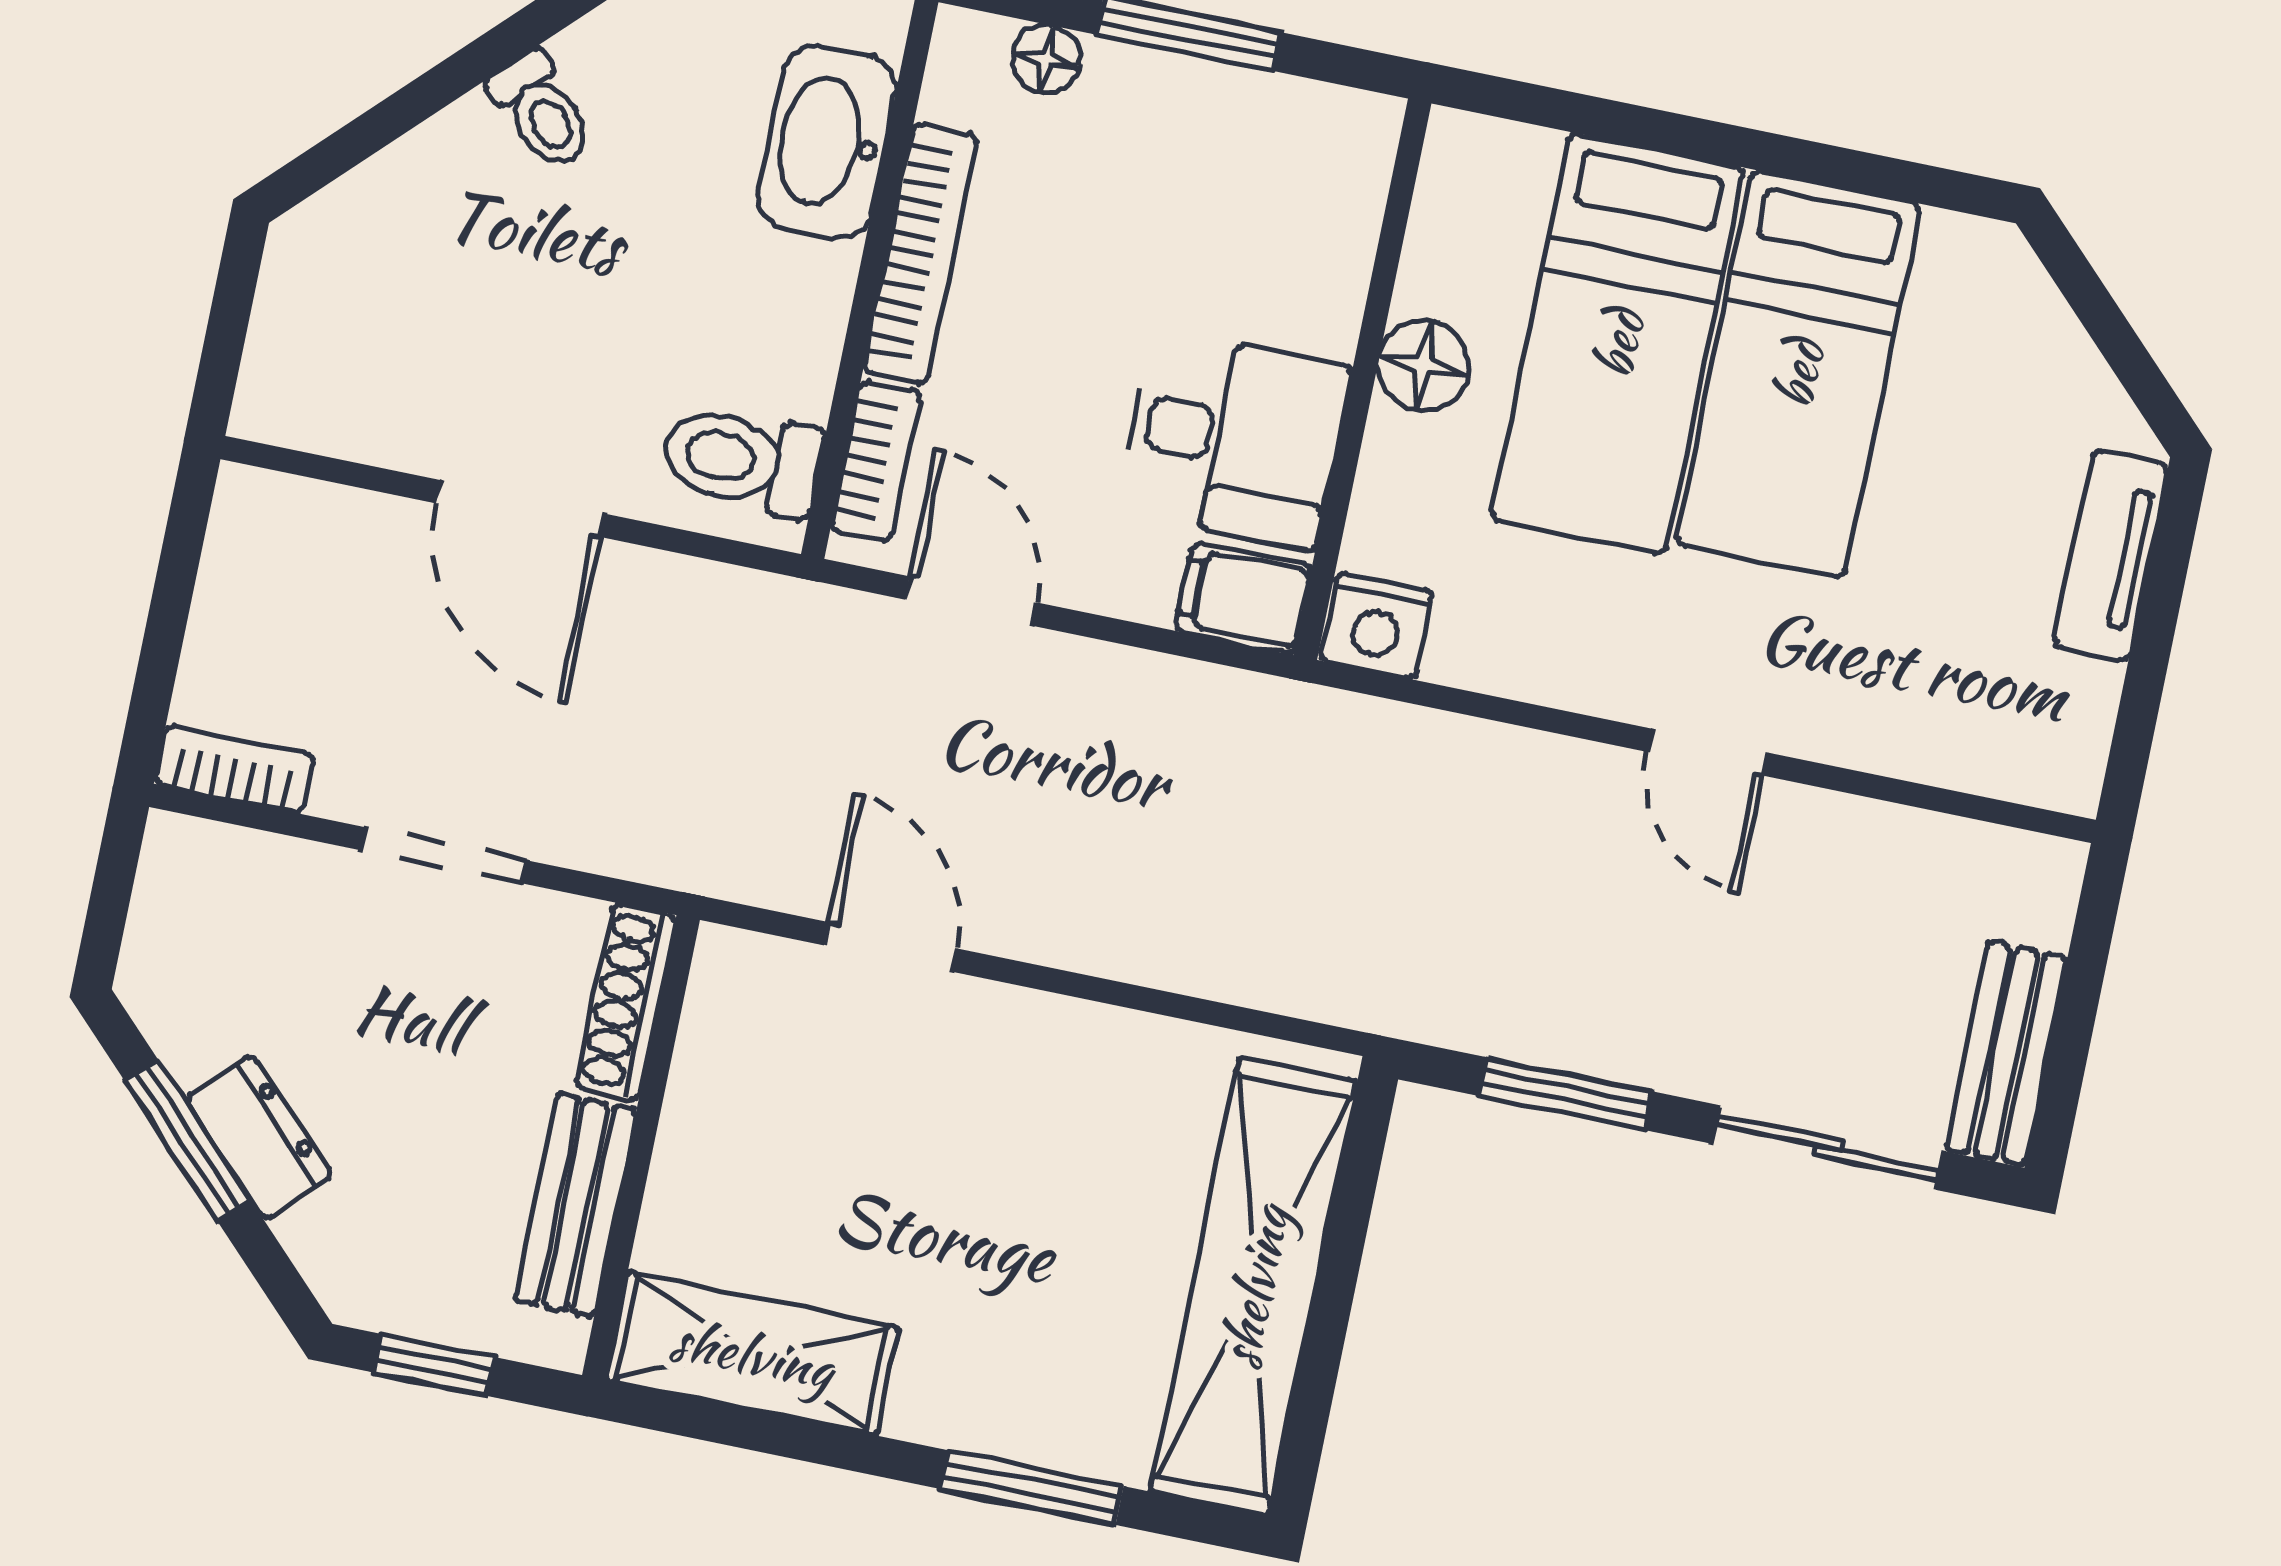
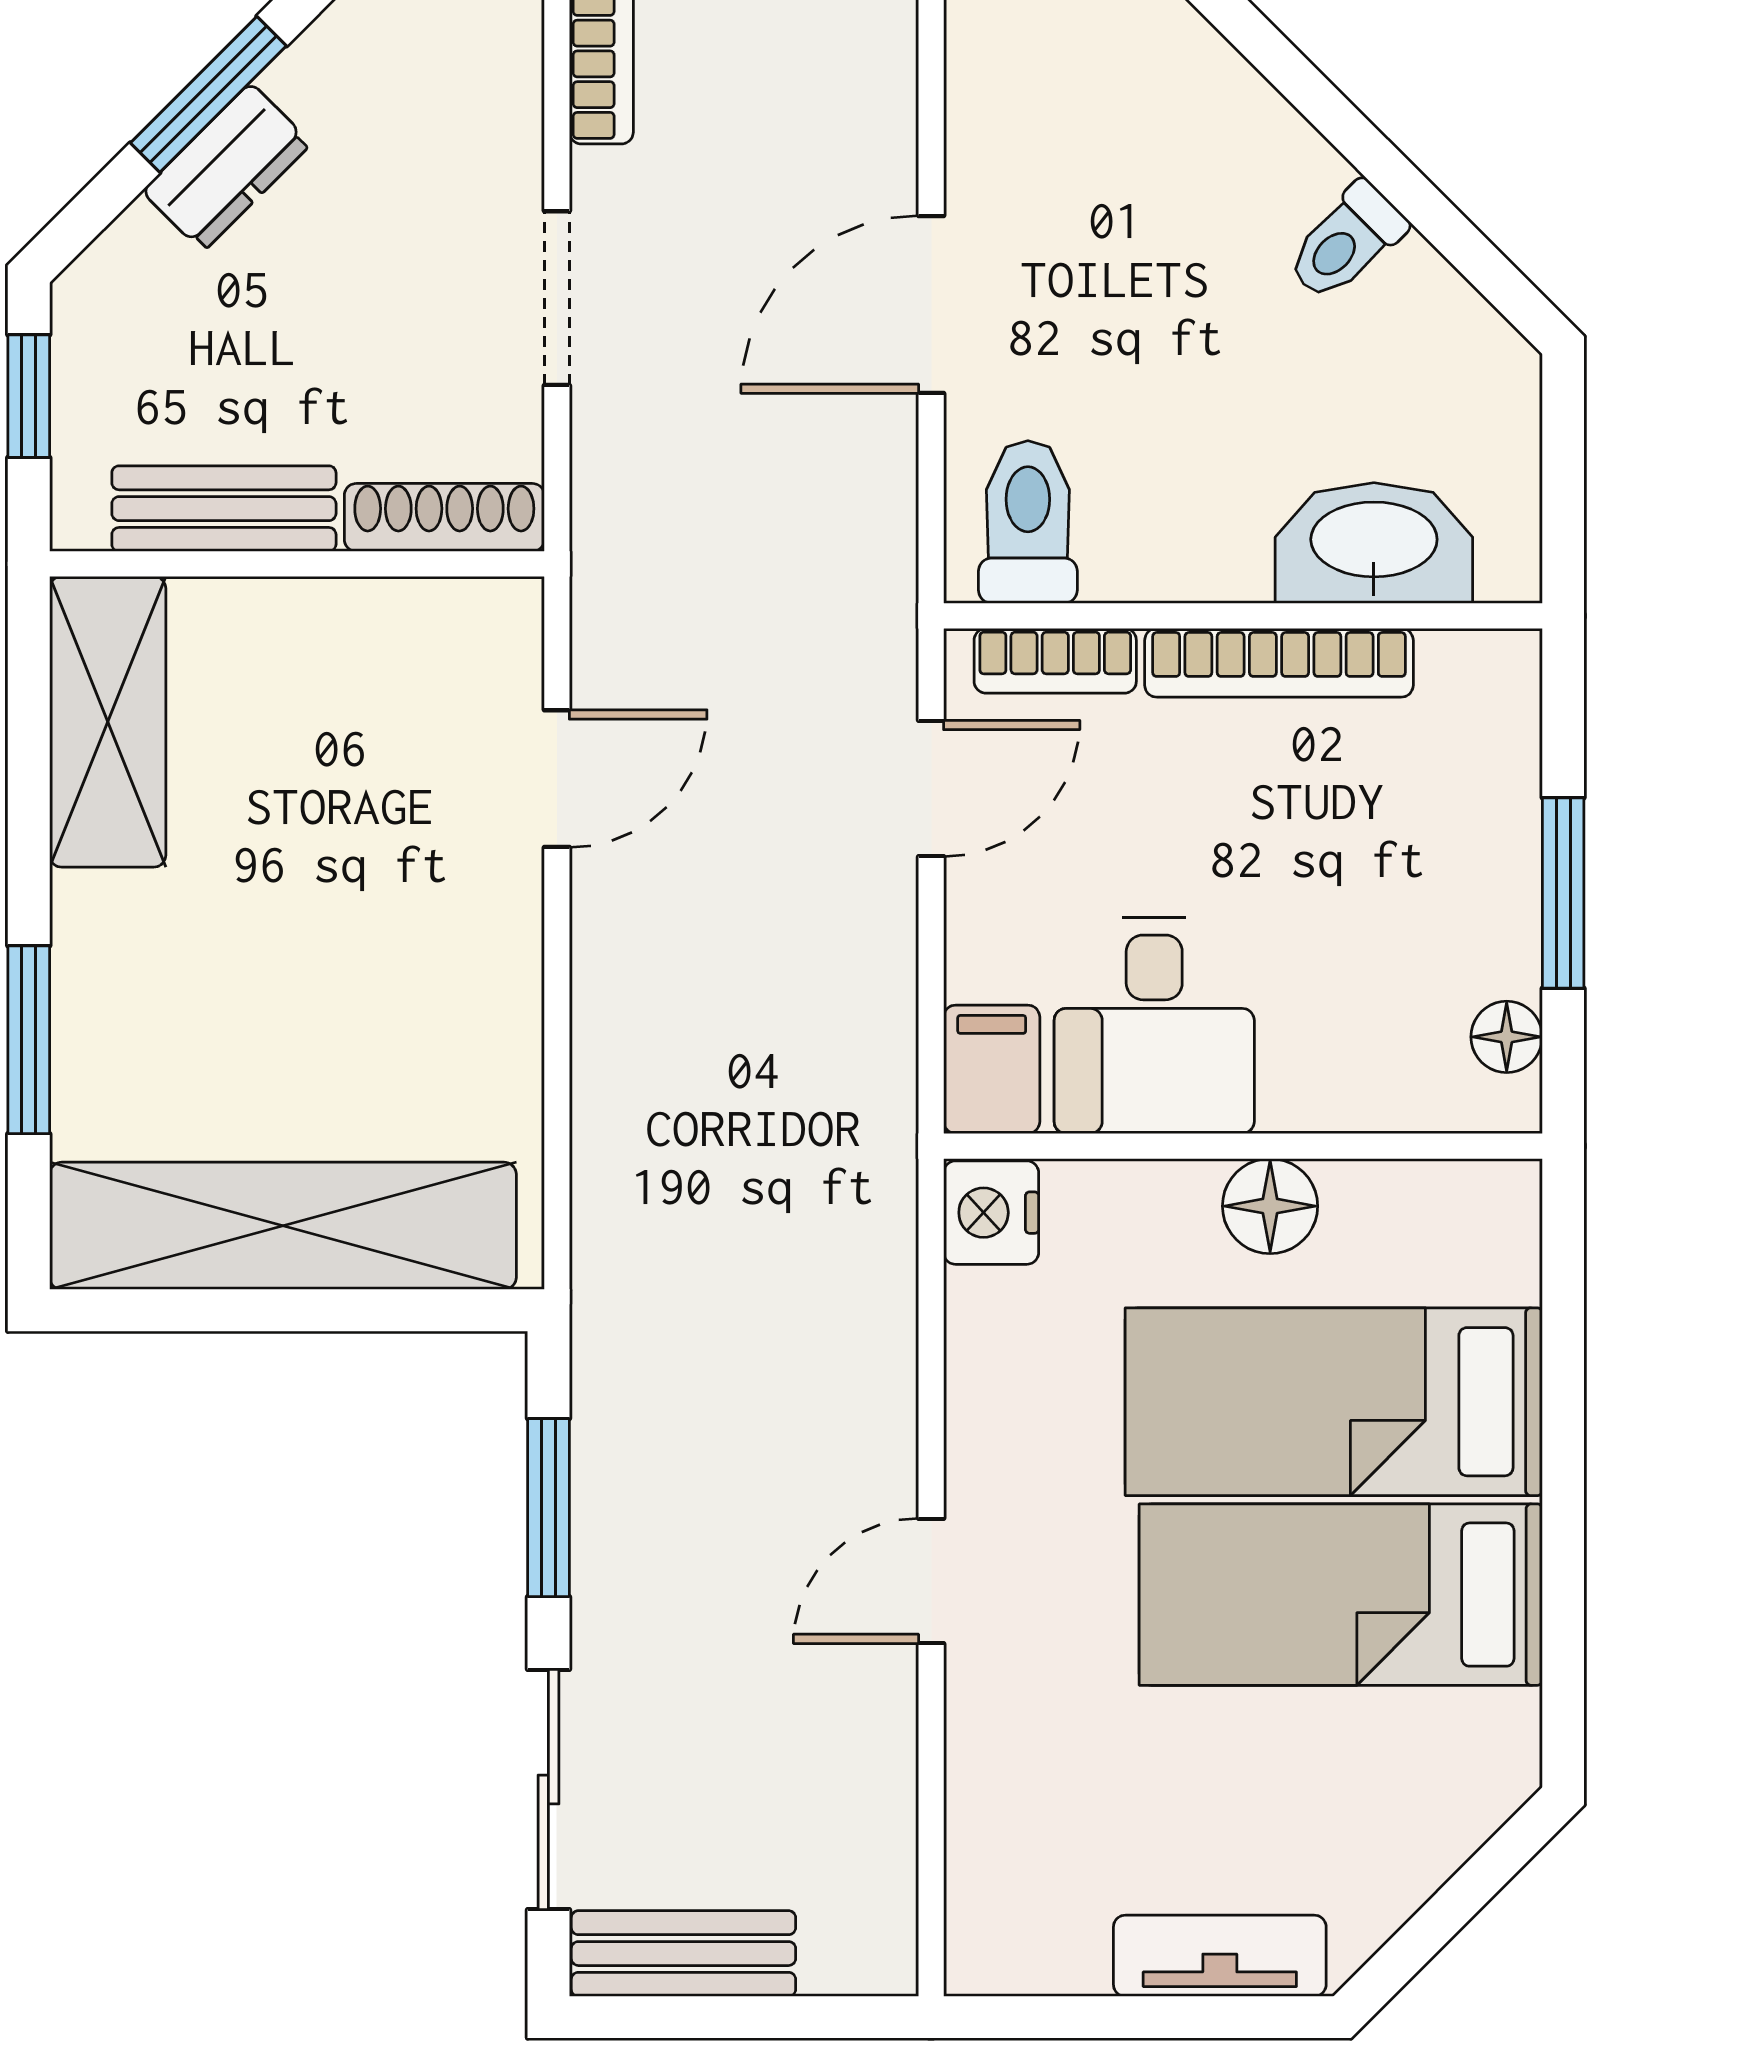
floor lamp: (1046, 59) -> (1507, 1037), moved

